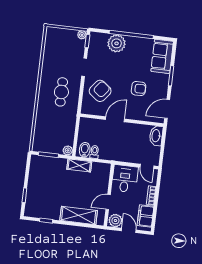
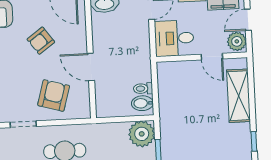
armchair: (139, 89) -> (41, 41), turned -126
armchair: (100, 91) -> (54, 95), turned 69
plant: (68, 150) -> (142, 134), width x1.88, depth x1.88
shelving: (79, 165) -> (166, 107), removed

